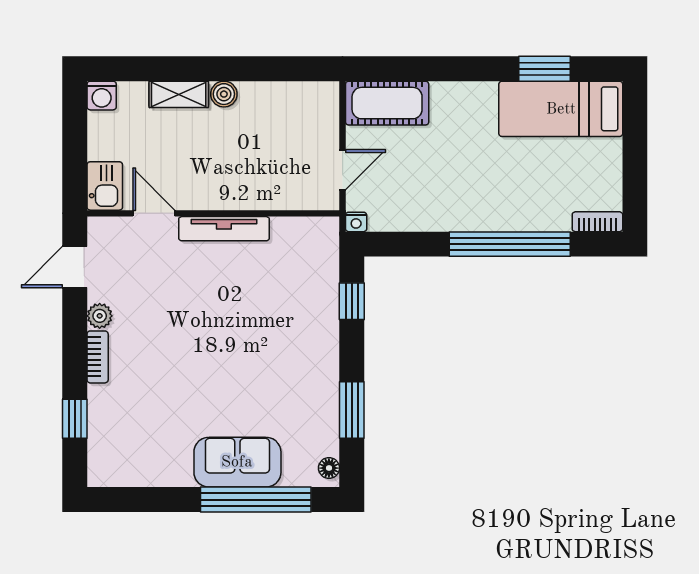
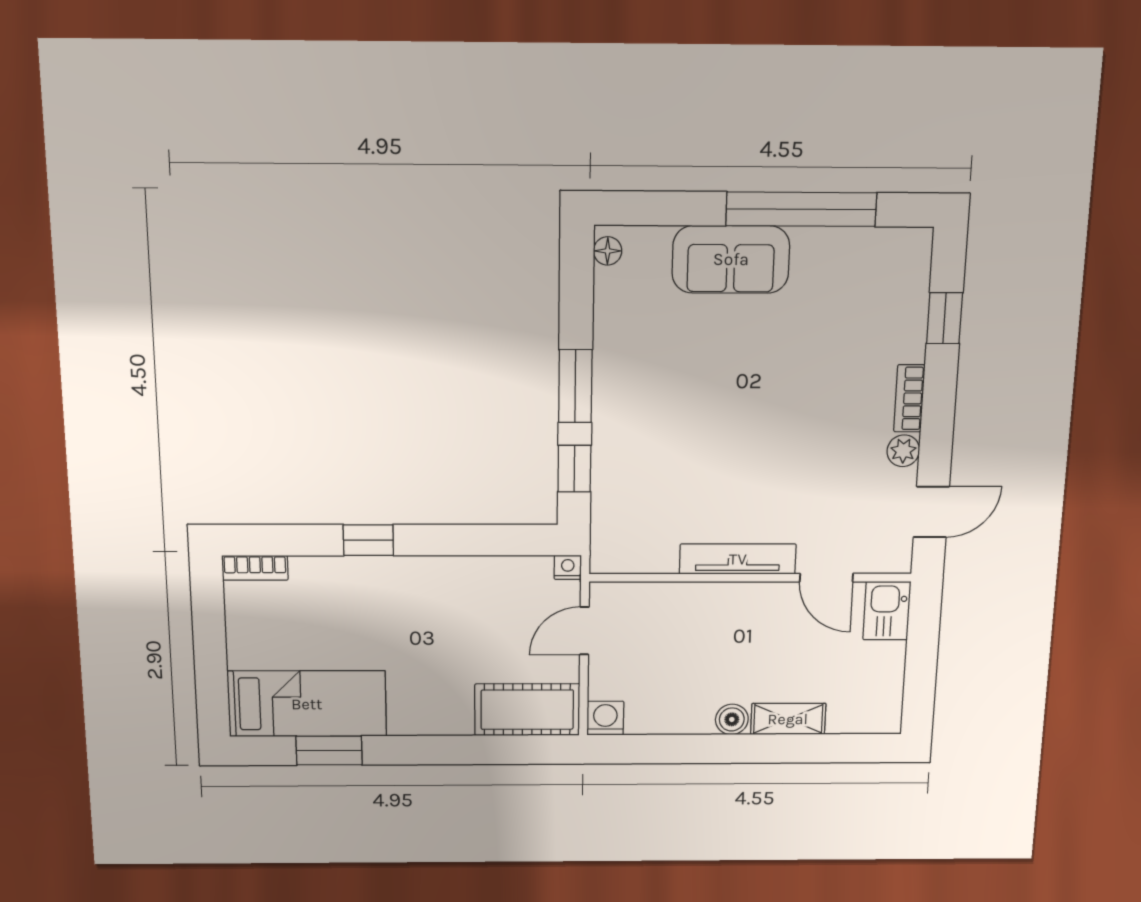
washing machine: (102, 96) -> (605, 718), moved
window: (510, 244) -> (368, 540), width x0.32
window: (352, 410) -> (575, 386), moved
window: (256, 500) -> (801, 209), moved

